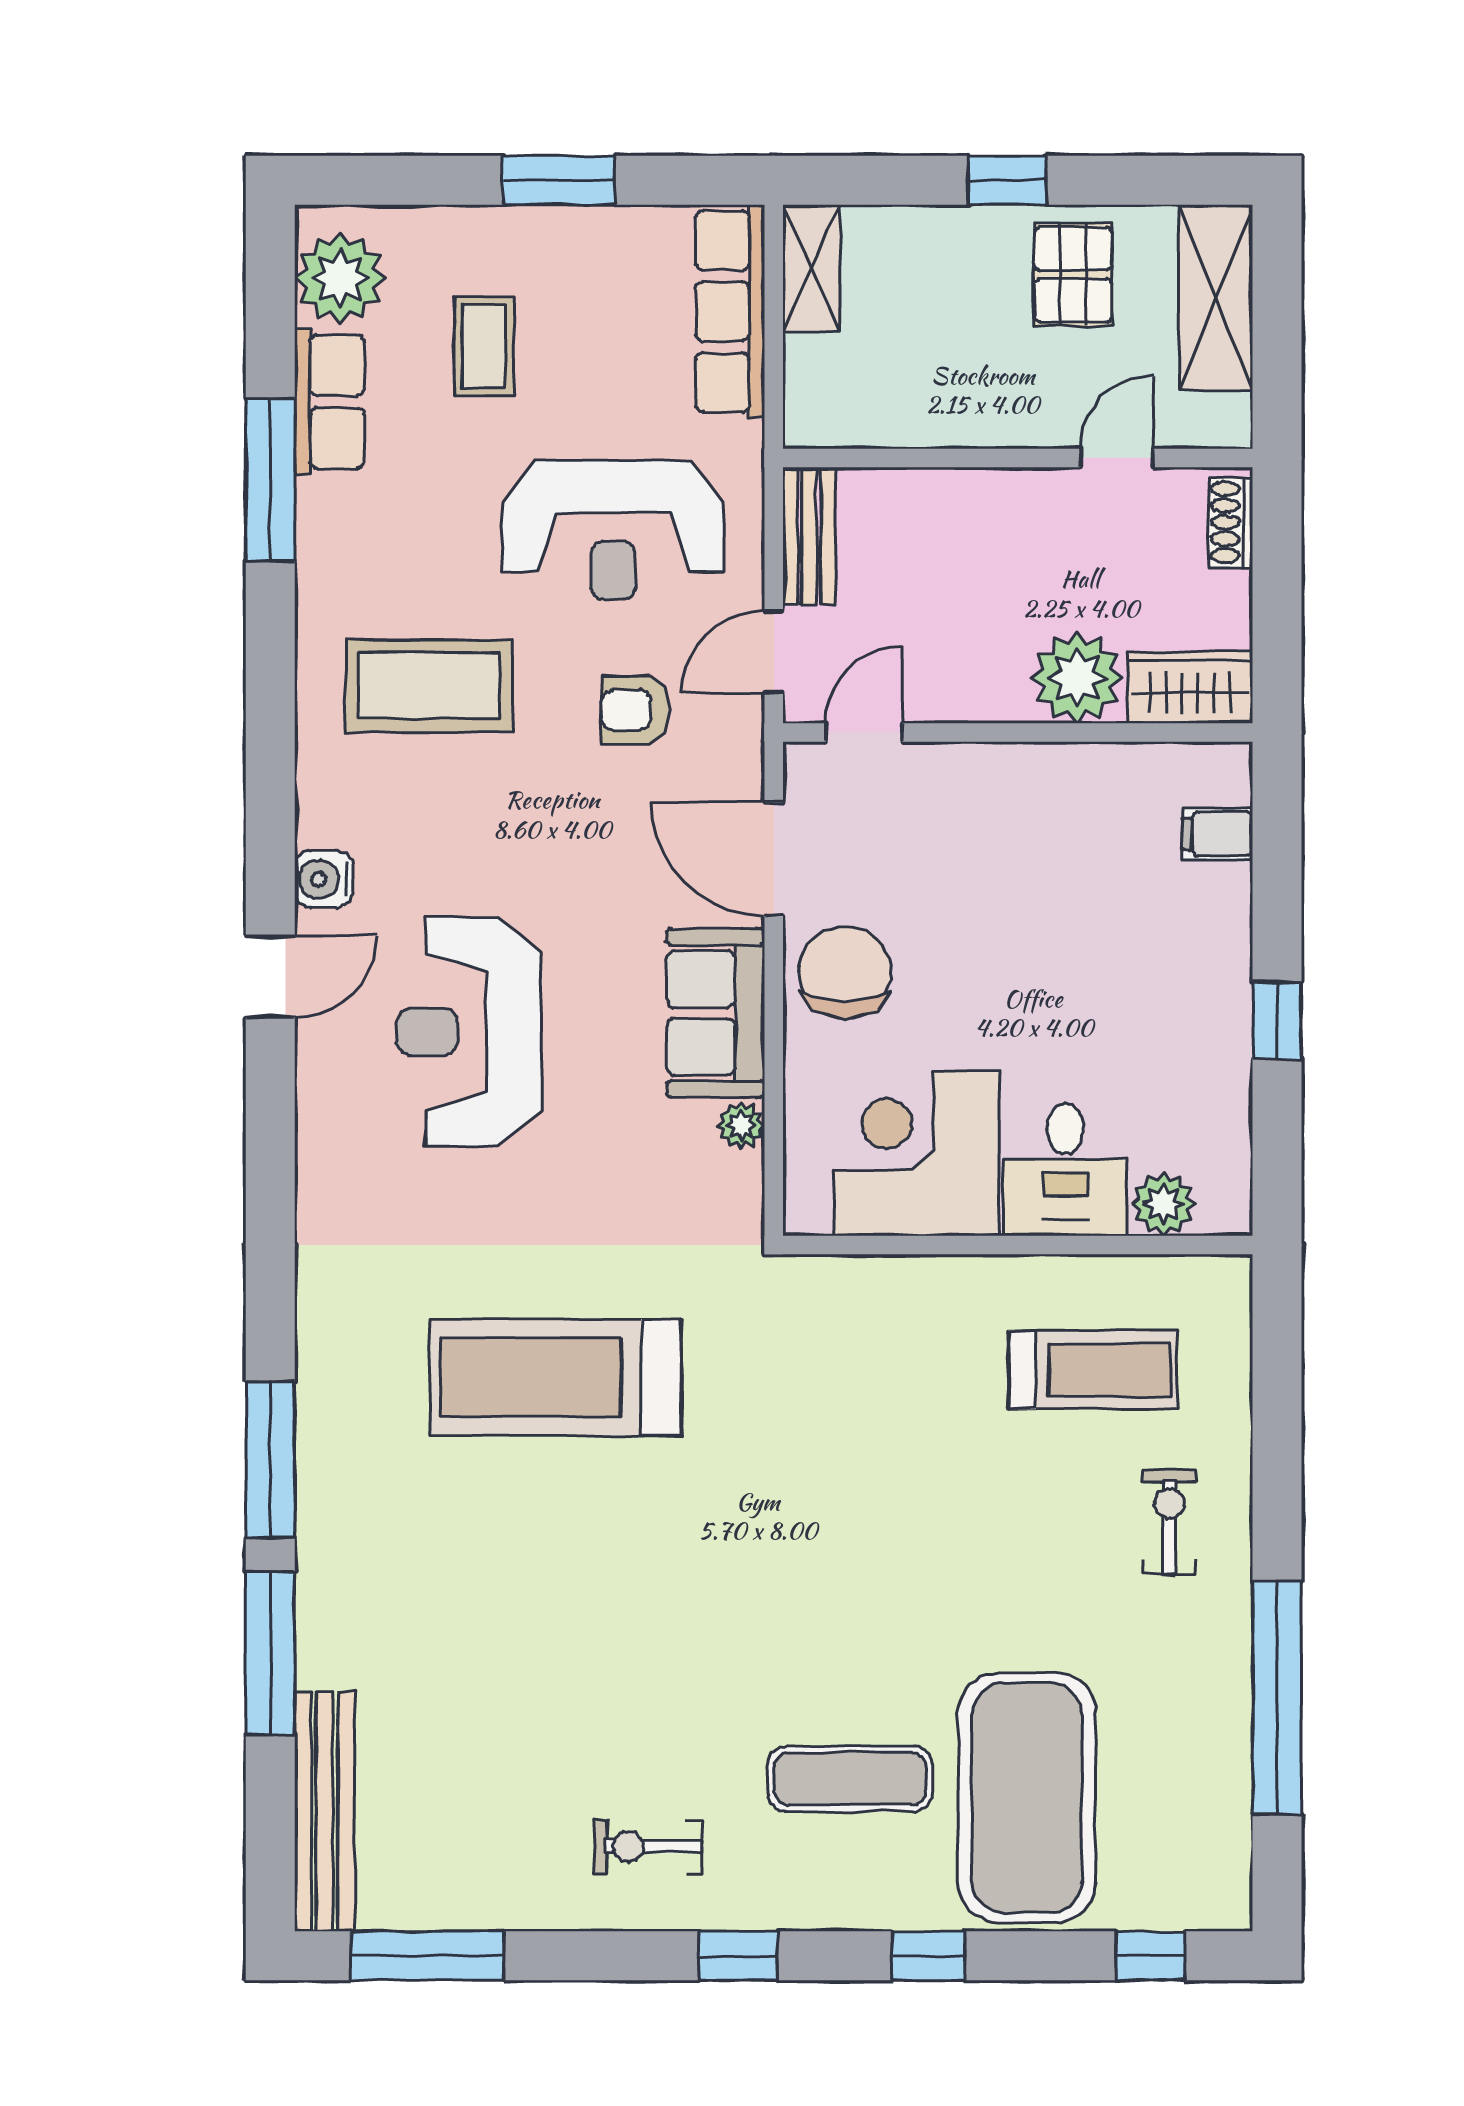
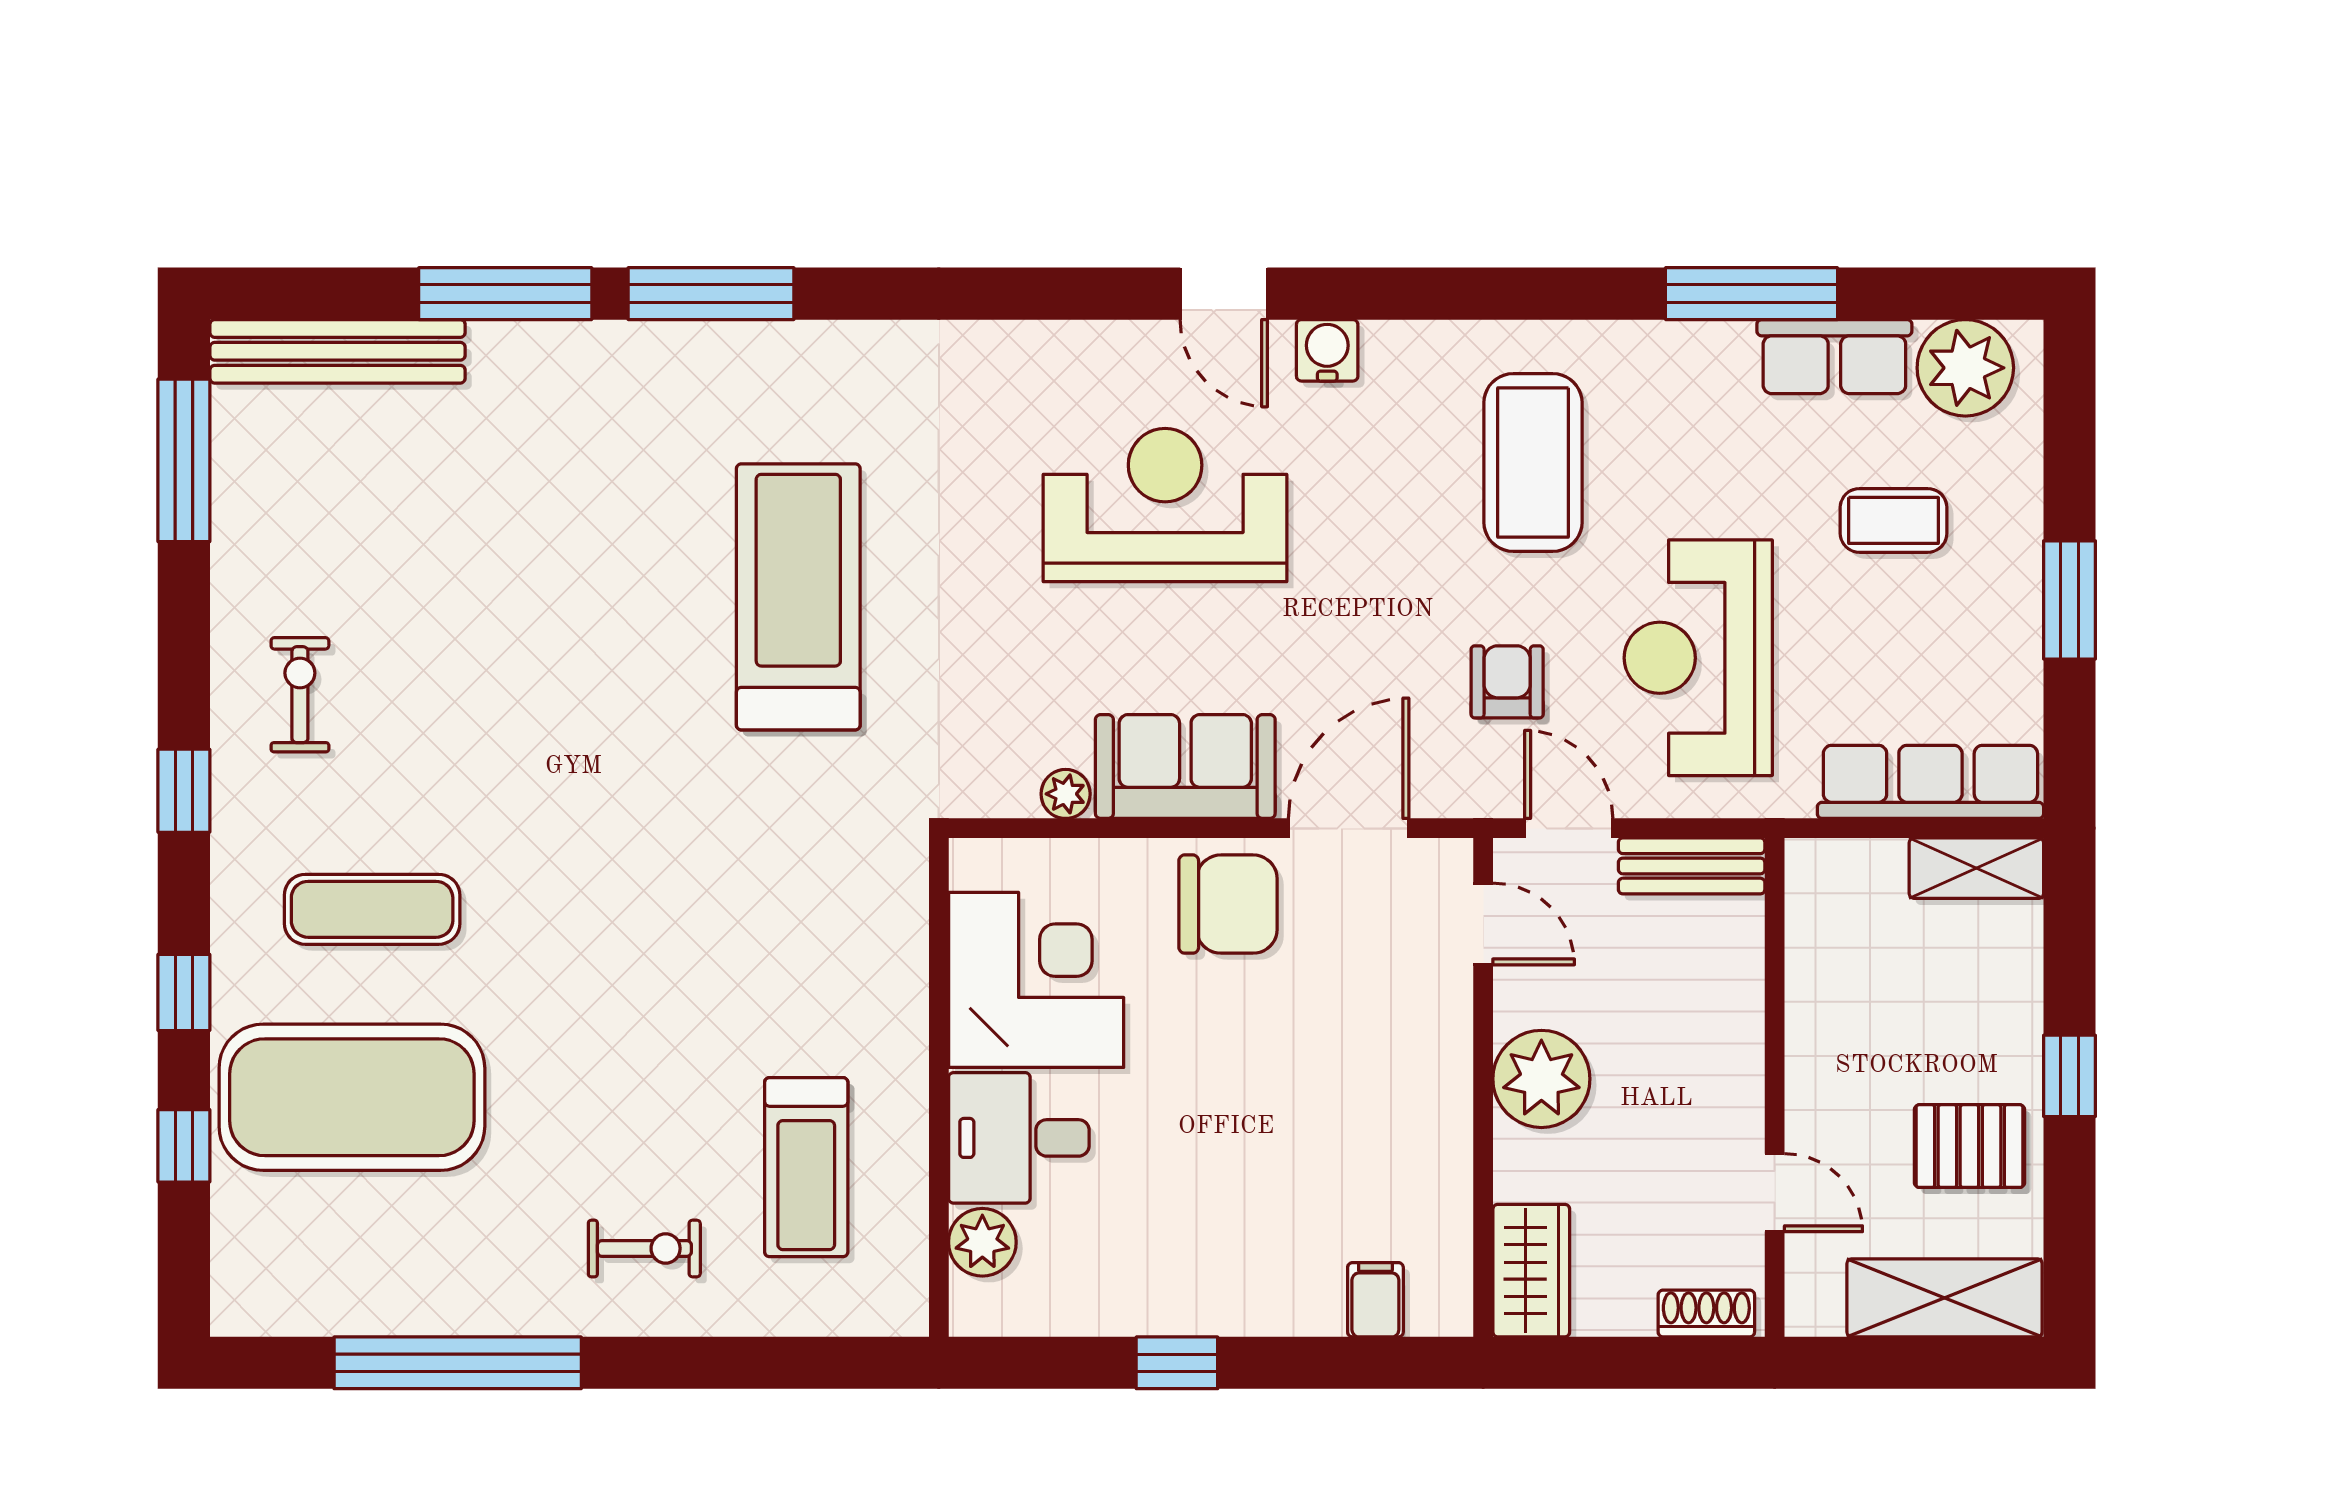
plant: (1077, 678) -> (1541, 1079), moved
exercise mat: (850, 1779) -> (372, 909), turned 90
window: (1151, 1956) -> (184, 1146), moved

